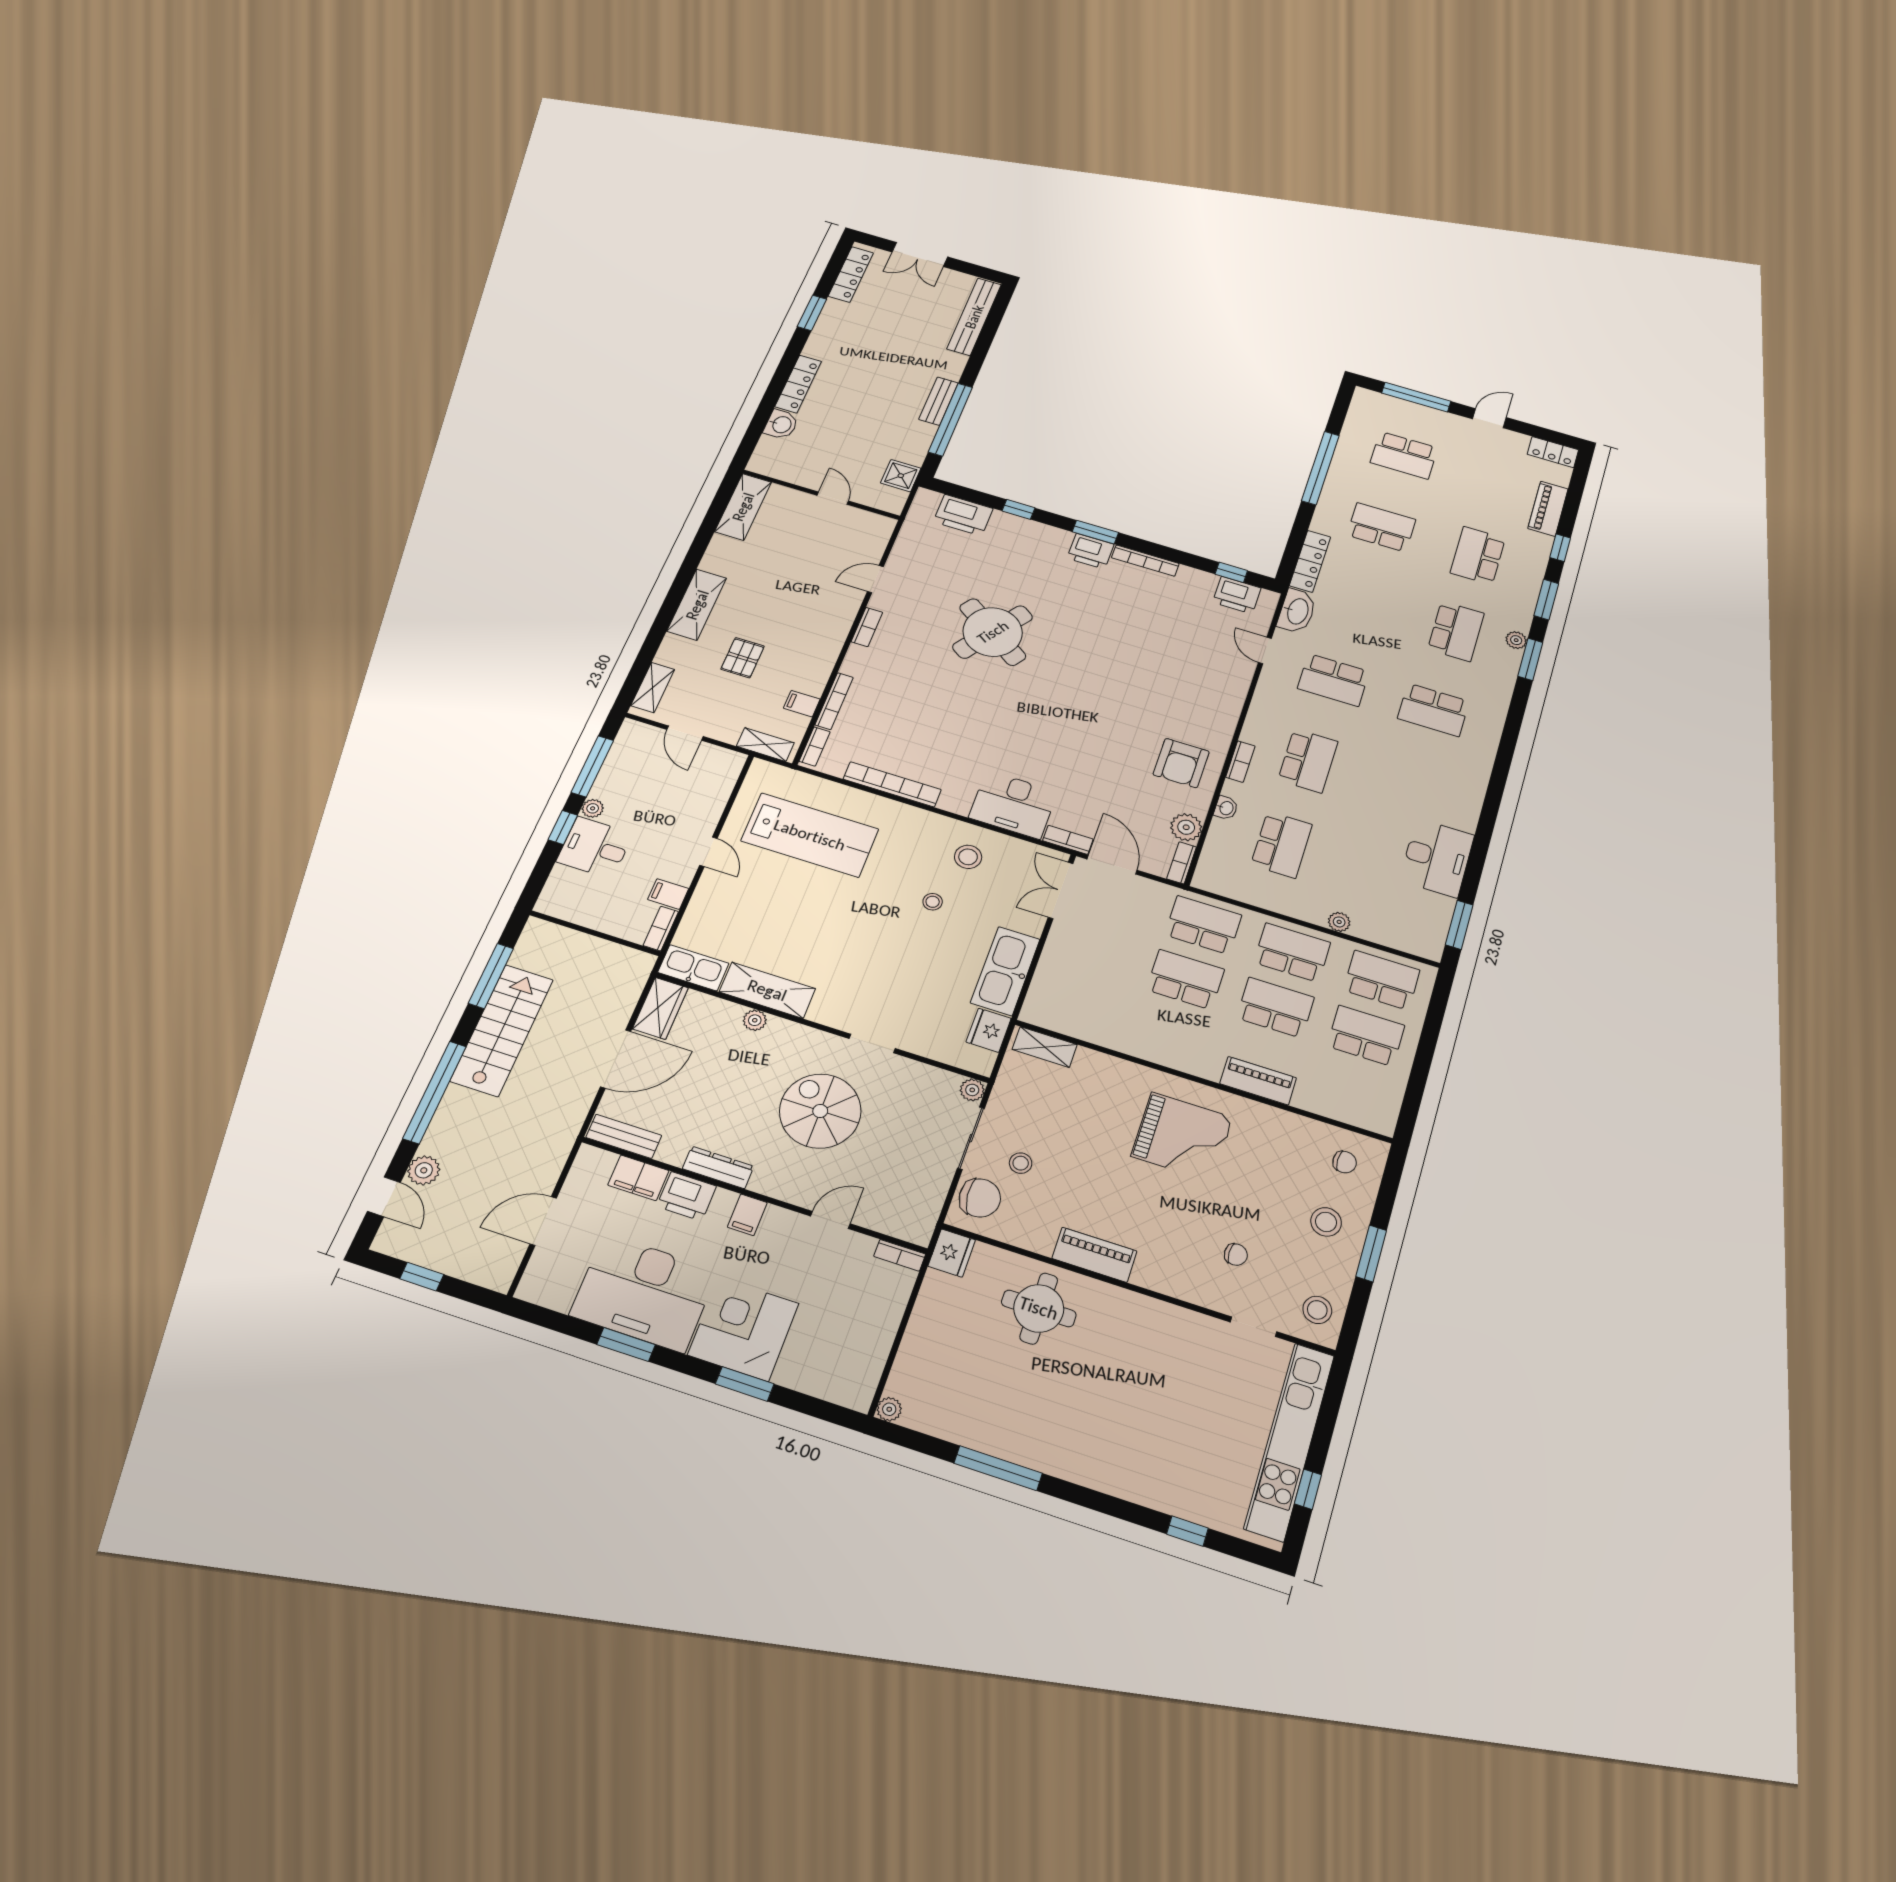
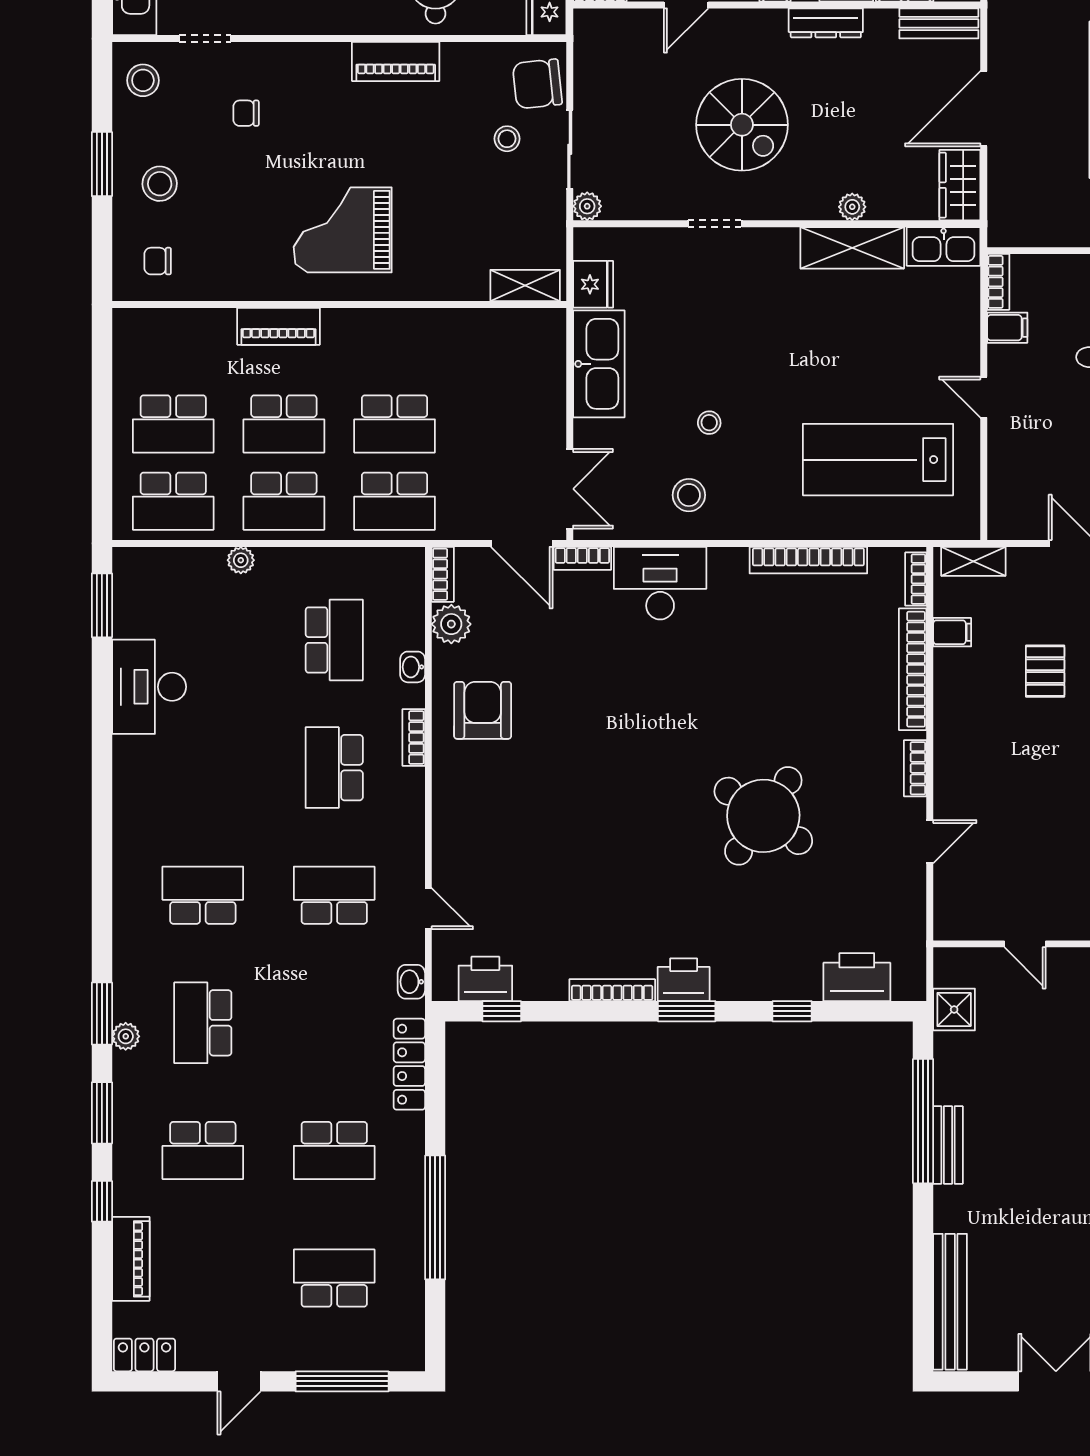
school desk: (1478, 556) -> (203, 1150), turned 90
washbasin: (1297, 611) -> (411, 982), width x0.52, depth x0.69
bookcase: (834, 701) -> (913, 669), width x1.48, depth x1.31
school desk: (1282, 845) -> (334, 640), turned 180

